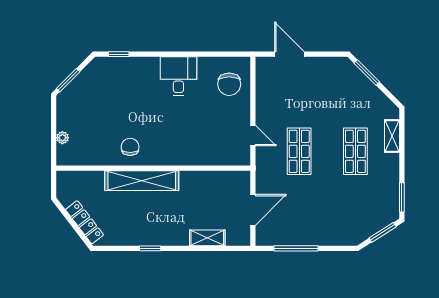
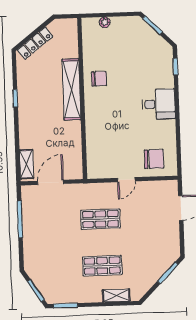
desk: (178, 76) -> (159, 104), moved
chair: (229, 84) -> (154, 159), turned 180
door: (253, 136) -> (126, 180), moved
door: (253, 210) -> (50, 182), swing flipped
shelving: (207, 238) -> (27, 164), moved

